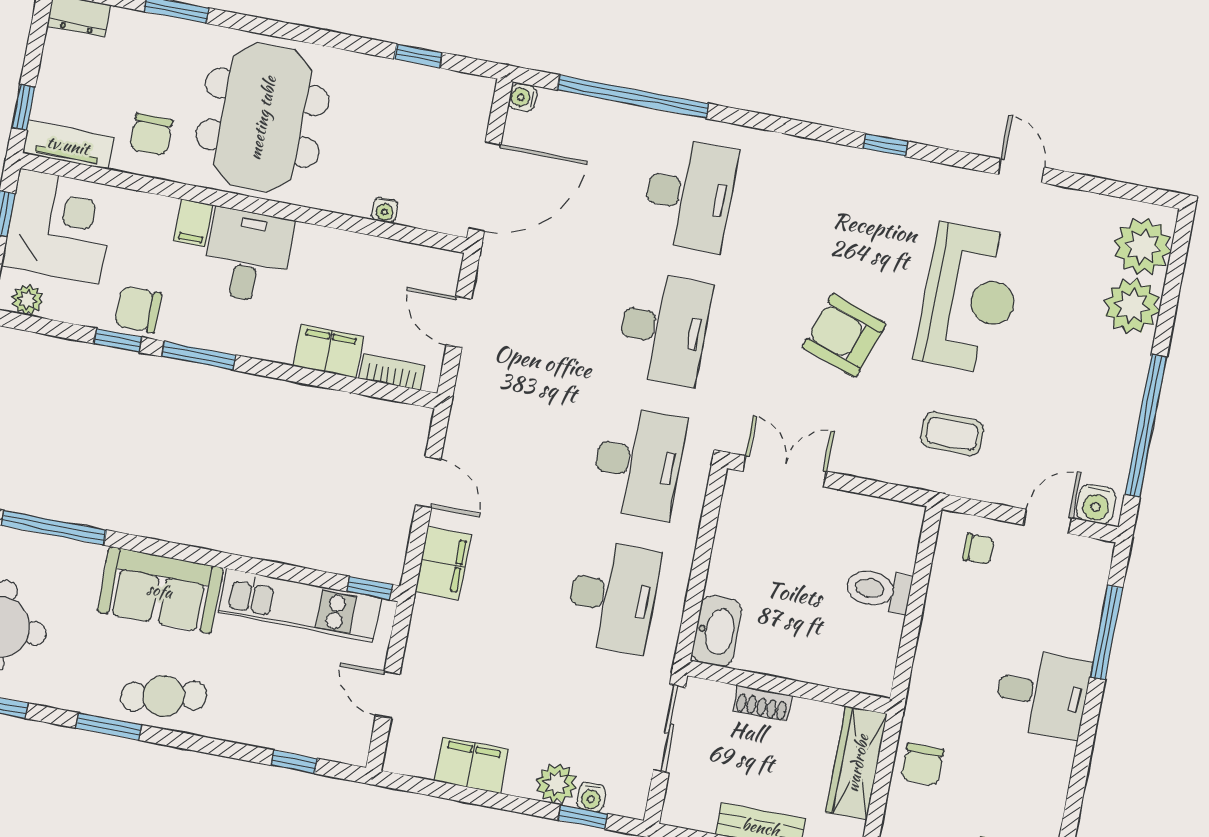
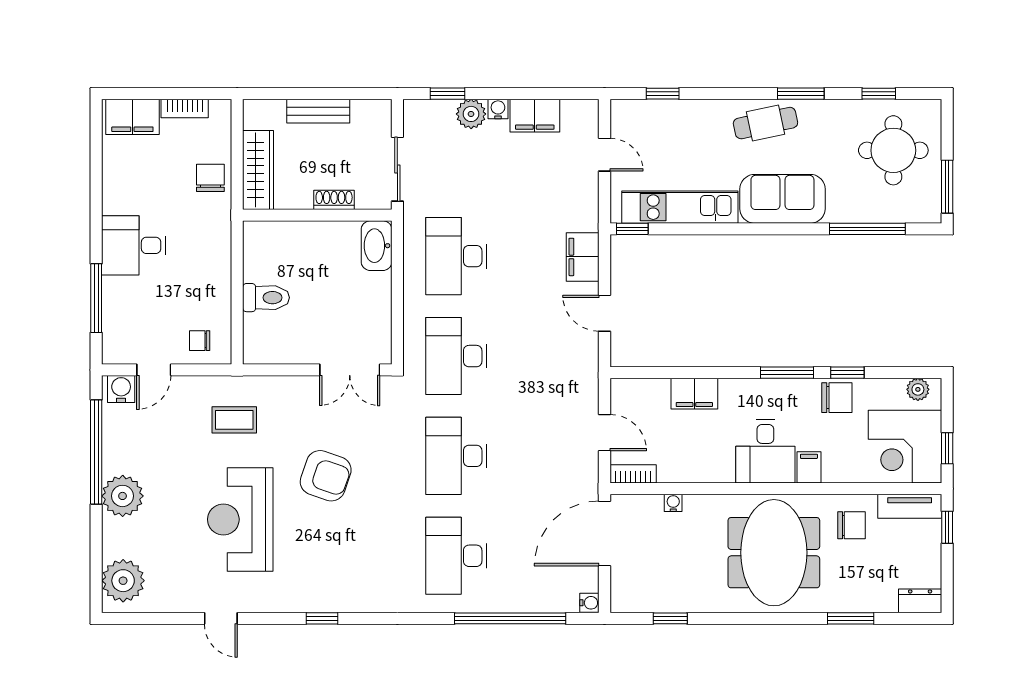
chair: (151, 135) -> (852, 525), turned 90
plant: (1132, 306) -> (123, 496), moved
bookcase: (392, 372) -> (633, 474), moved, turned 180
water cooler: (591, 797) -> (498, 109), moved

